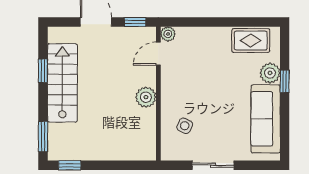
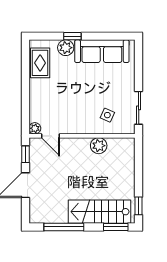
window: (43, 71) -> (64, 227), width x2.17
stairs: (62, 83) -> (100, 212), moved
plant: (146, 97) -> (99, 146), moved
sliding door: (213, 165) -> (139, 108), moved

